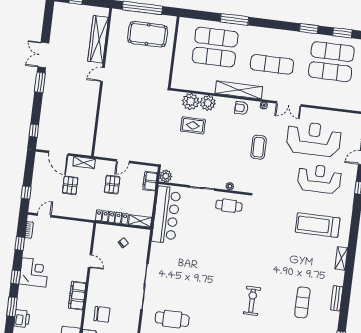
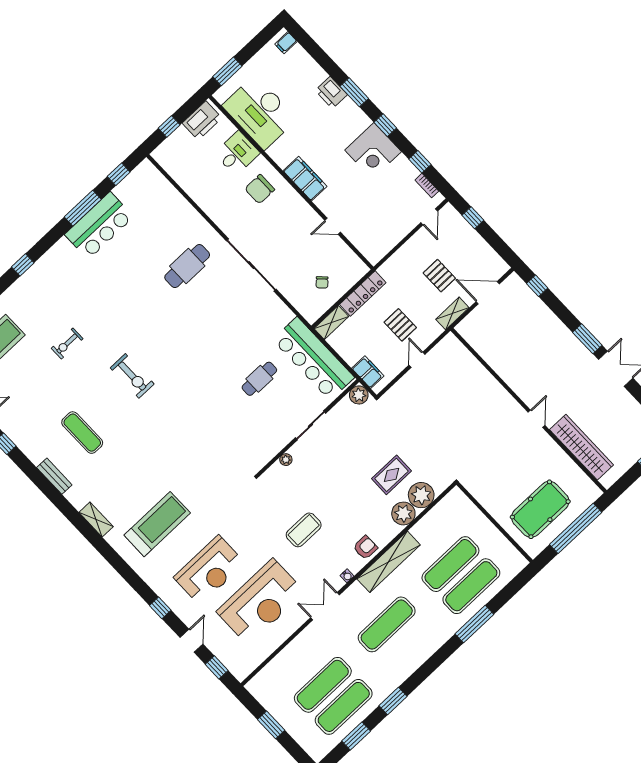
coffee table: (259, 147) -> (304, 530), turned 90
cafe table: (229, 206) -> (259, 379), moved

